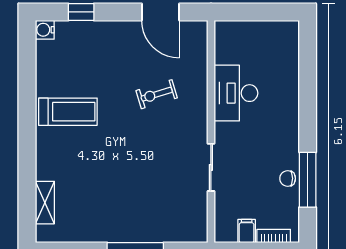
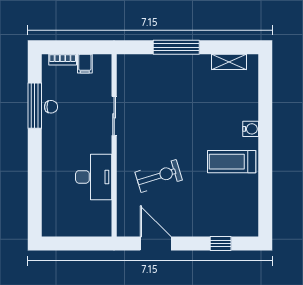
water cooler: (45, 30) -> (251, 129), moved
exercise bike: (157, 94) -> (159, 176), width x1.38, depth x1.39
shelving: (45, 203) -> (229, 62), moved, turned 90

